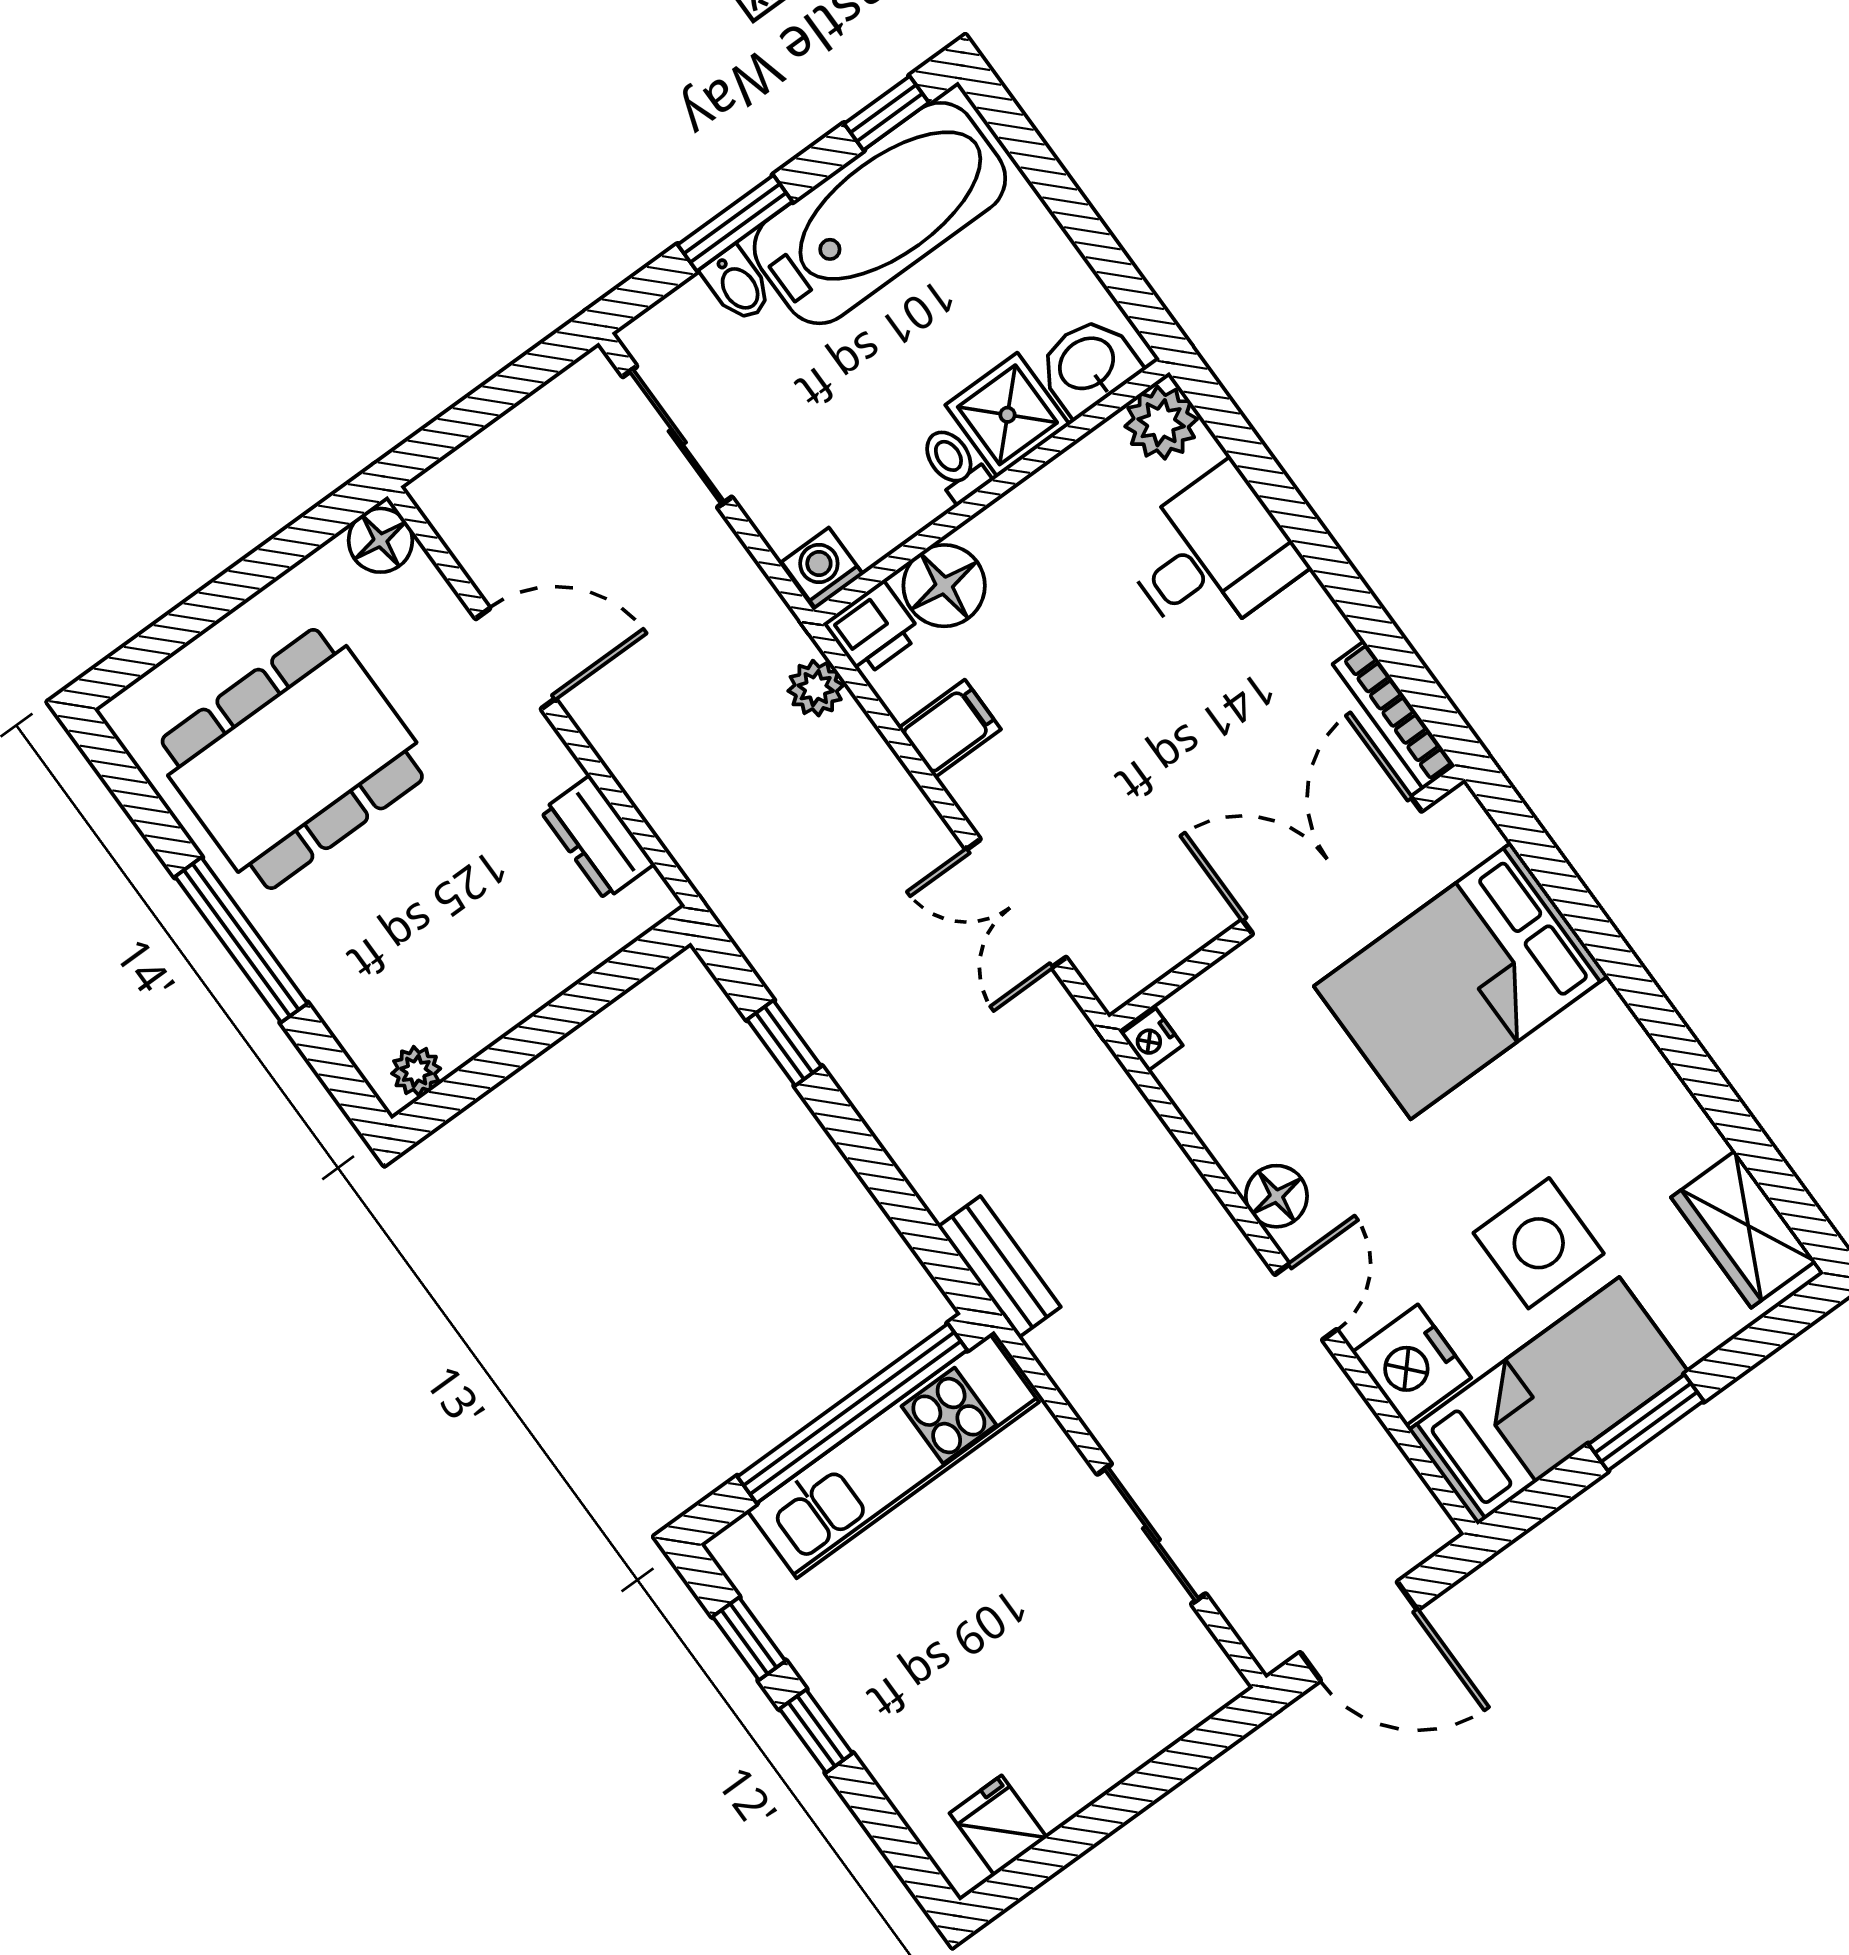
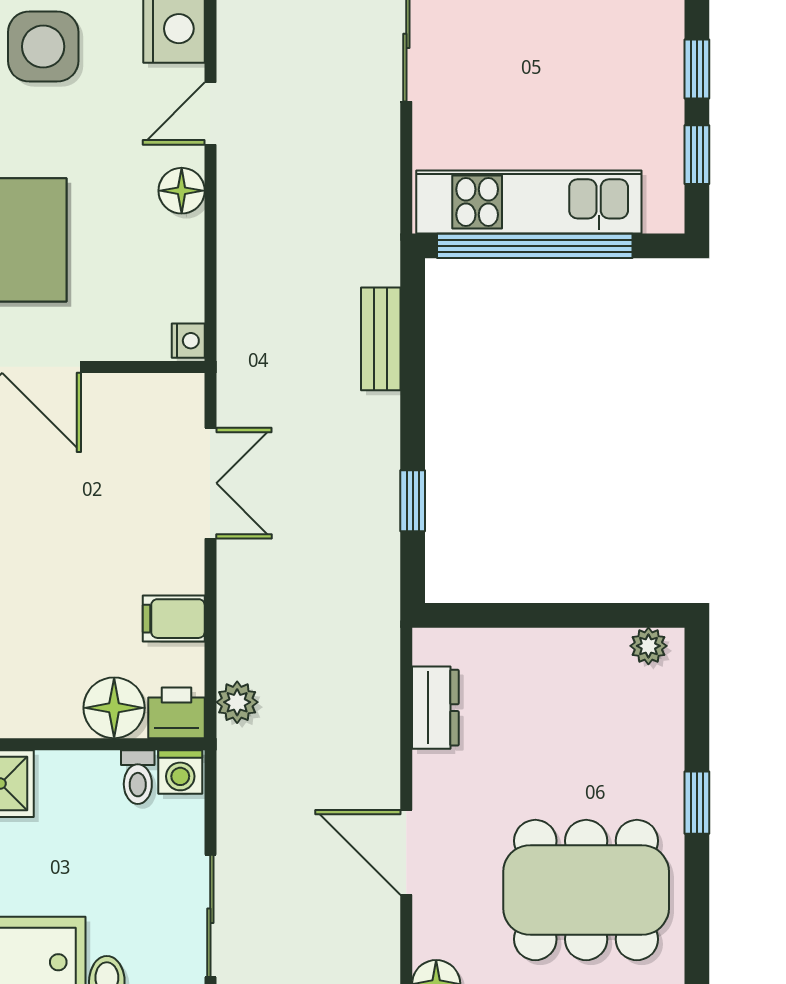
toilet: (954, 464) -> (138, 777), moved
window: (241, 940) -> (697, 803), width x0.46
bench: (999, 1267) -> (381, 339), moved

